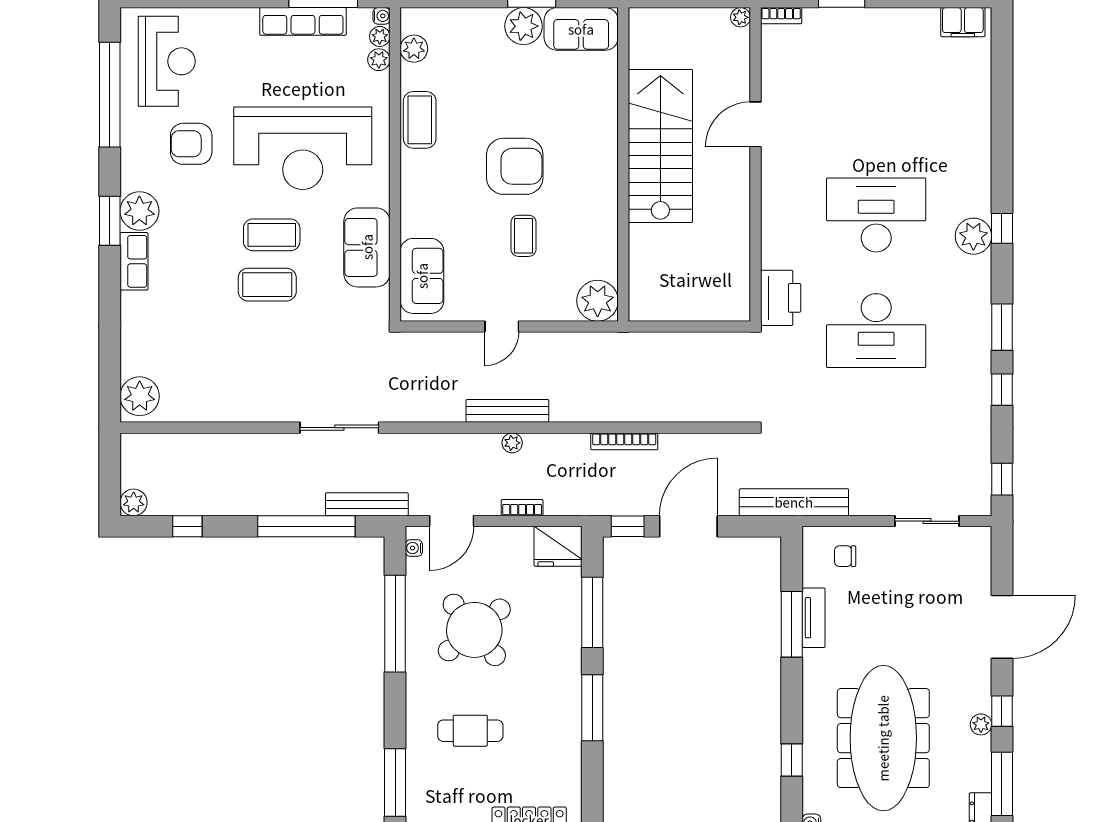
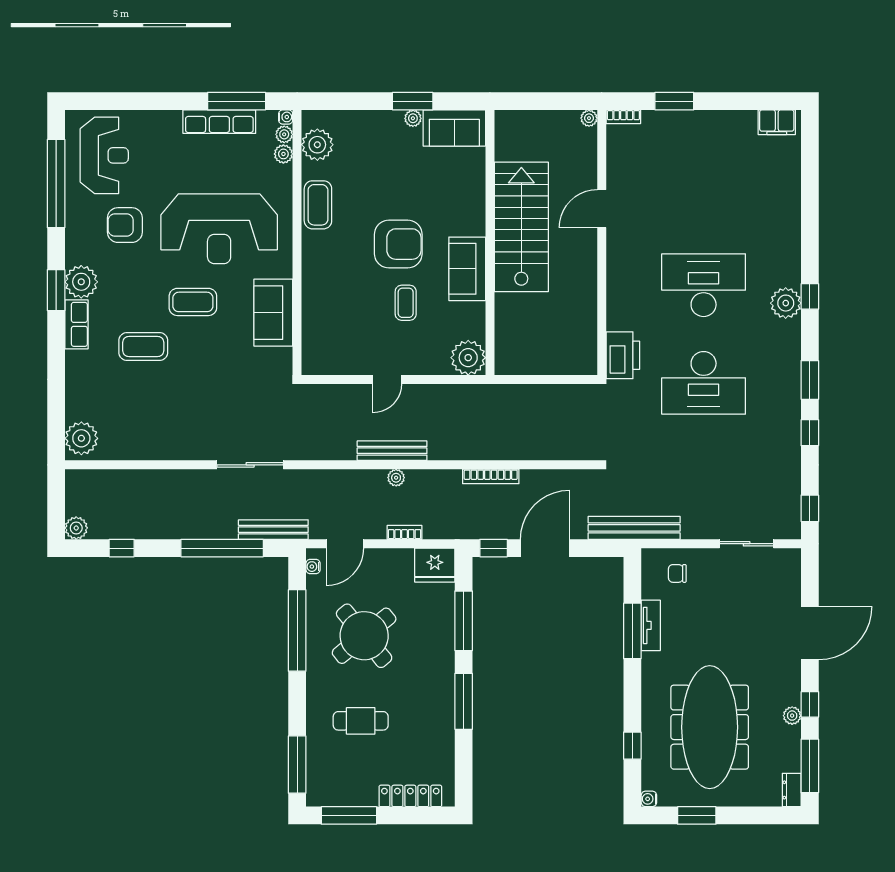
plant: (523, 26) -> (413, 118), width x0.53, depth x0.53
plant: (414, 49) -> (317, 145), width x1.36, depth x1.36
sofa: (422, 276) -> (467, 269), moved, turned 180
coffee table: (267, 285) -> (143, 346), moved

